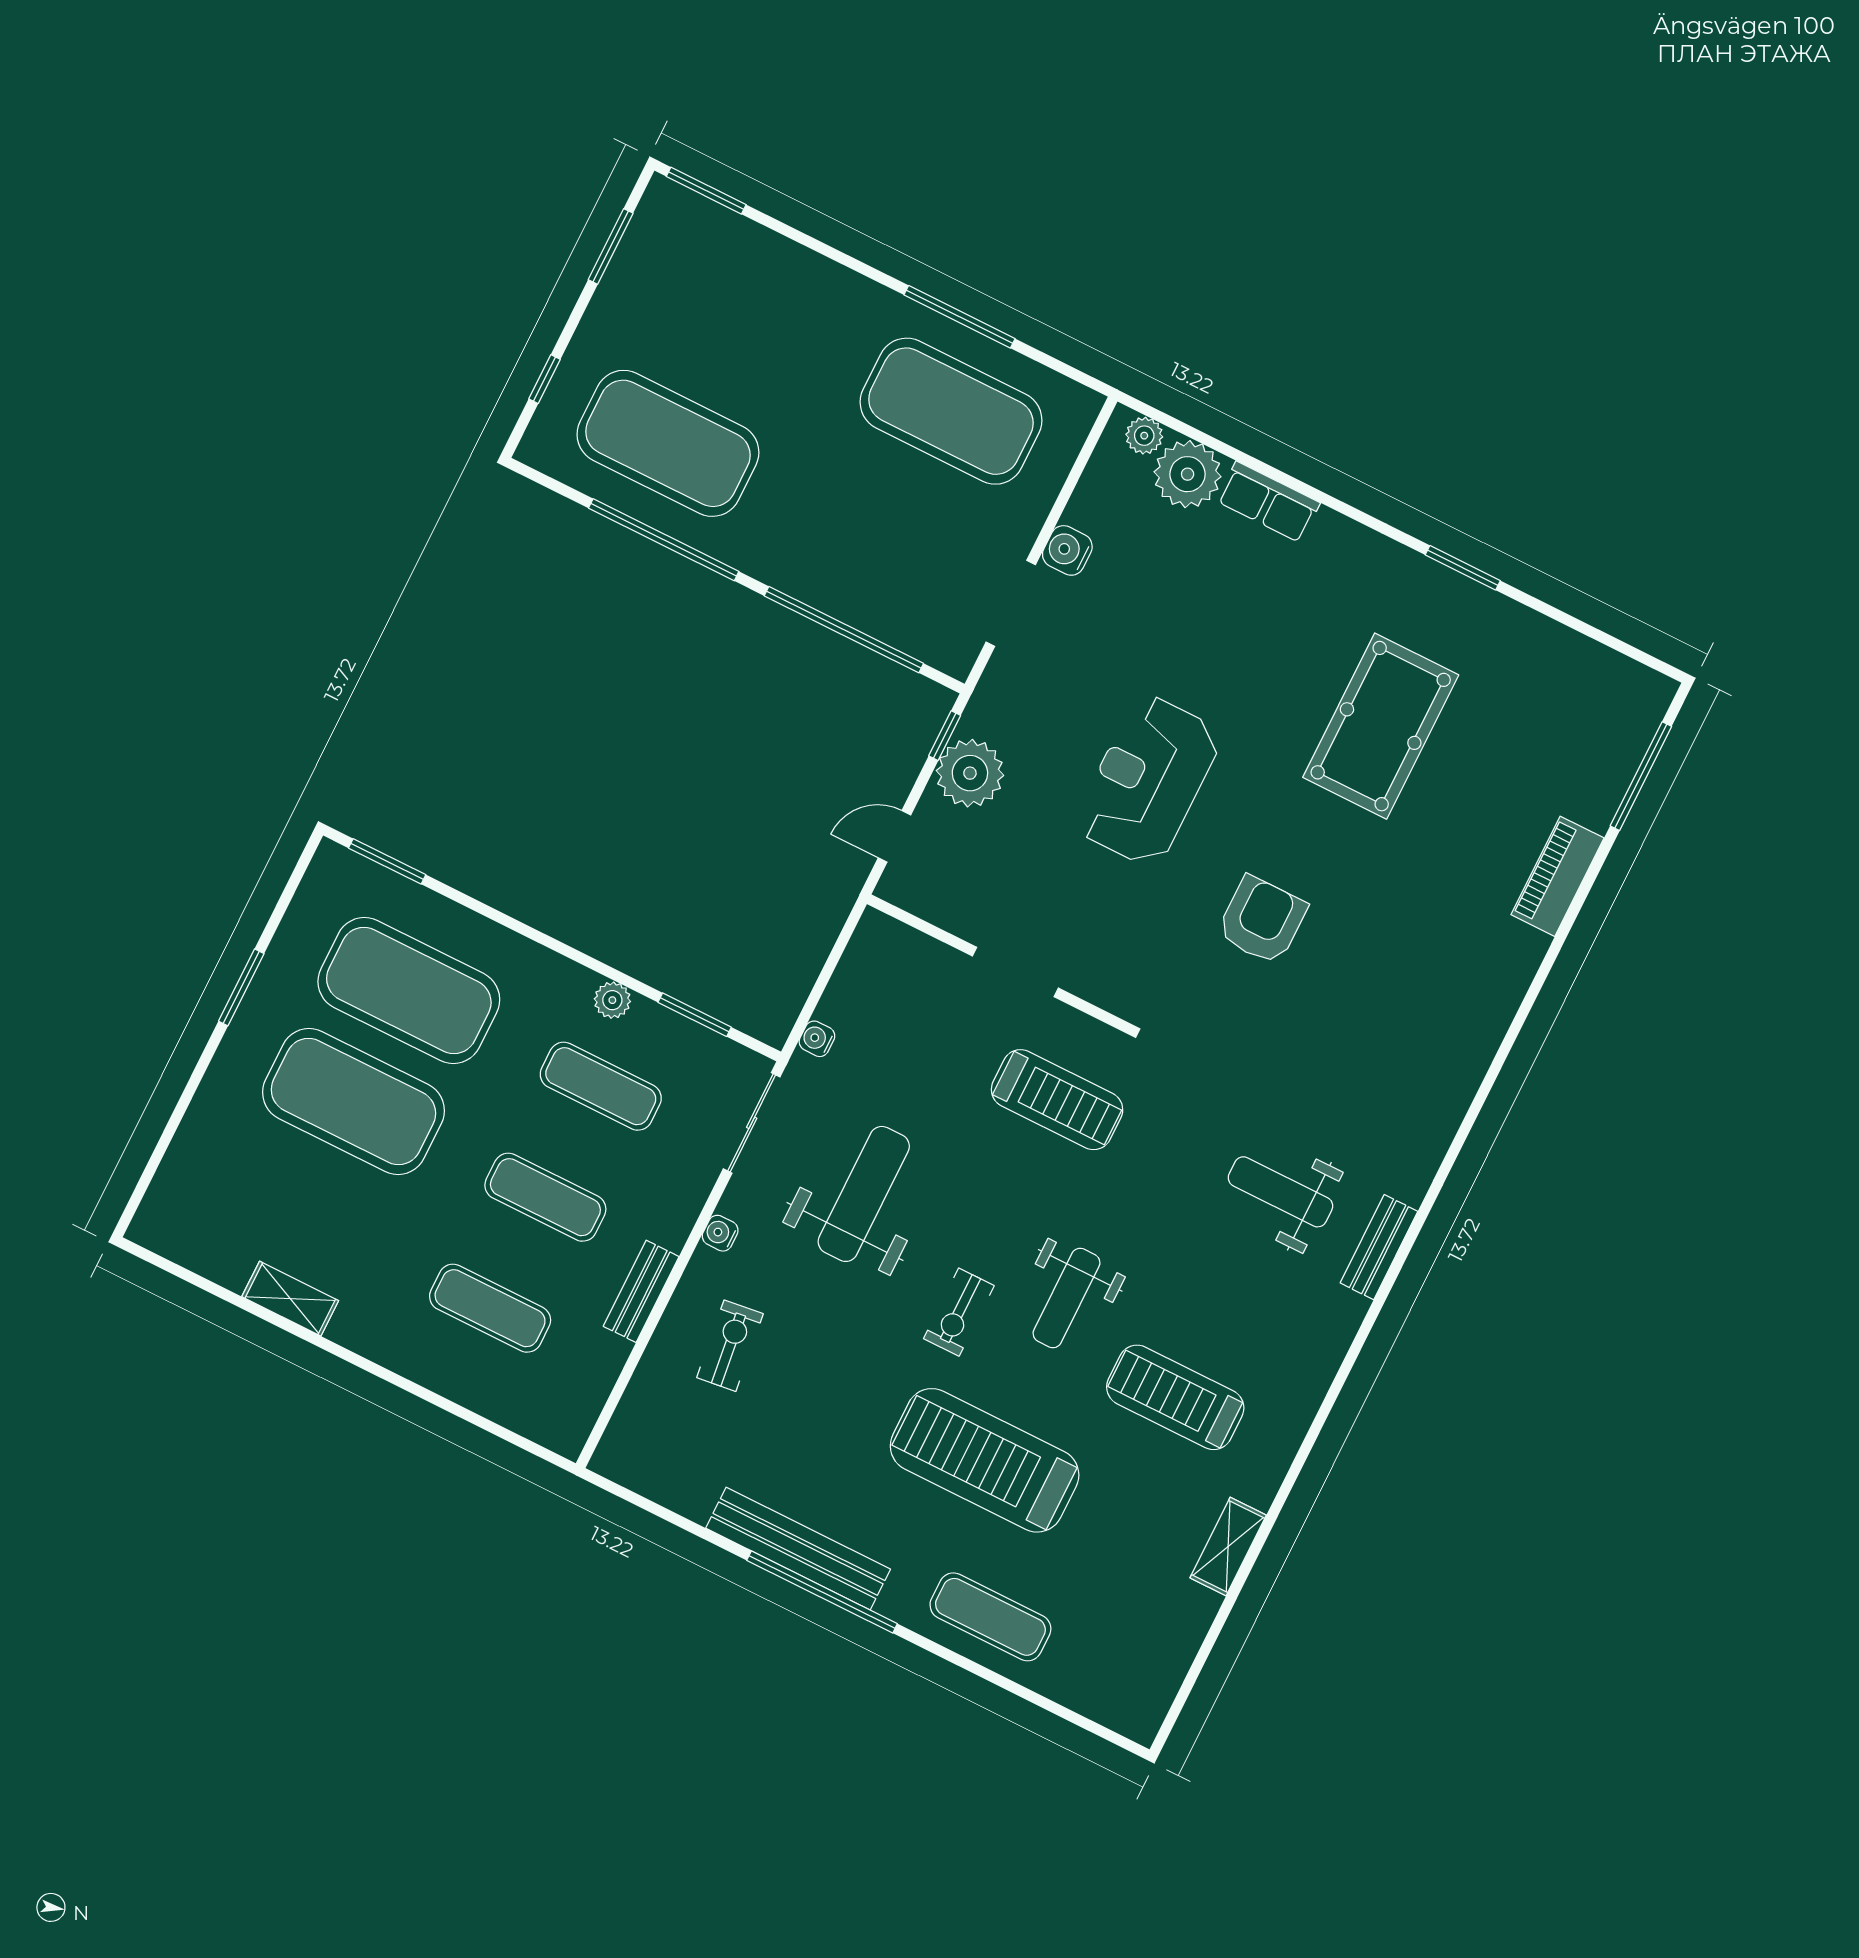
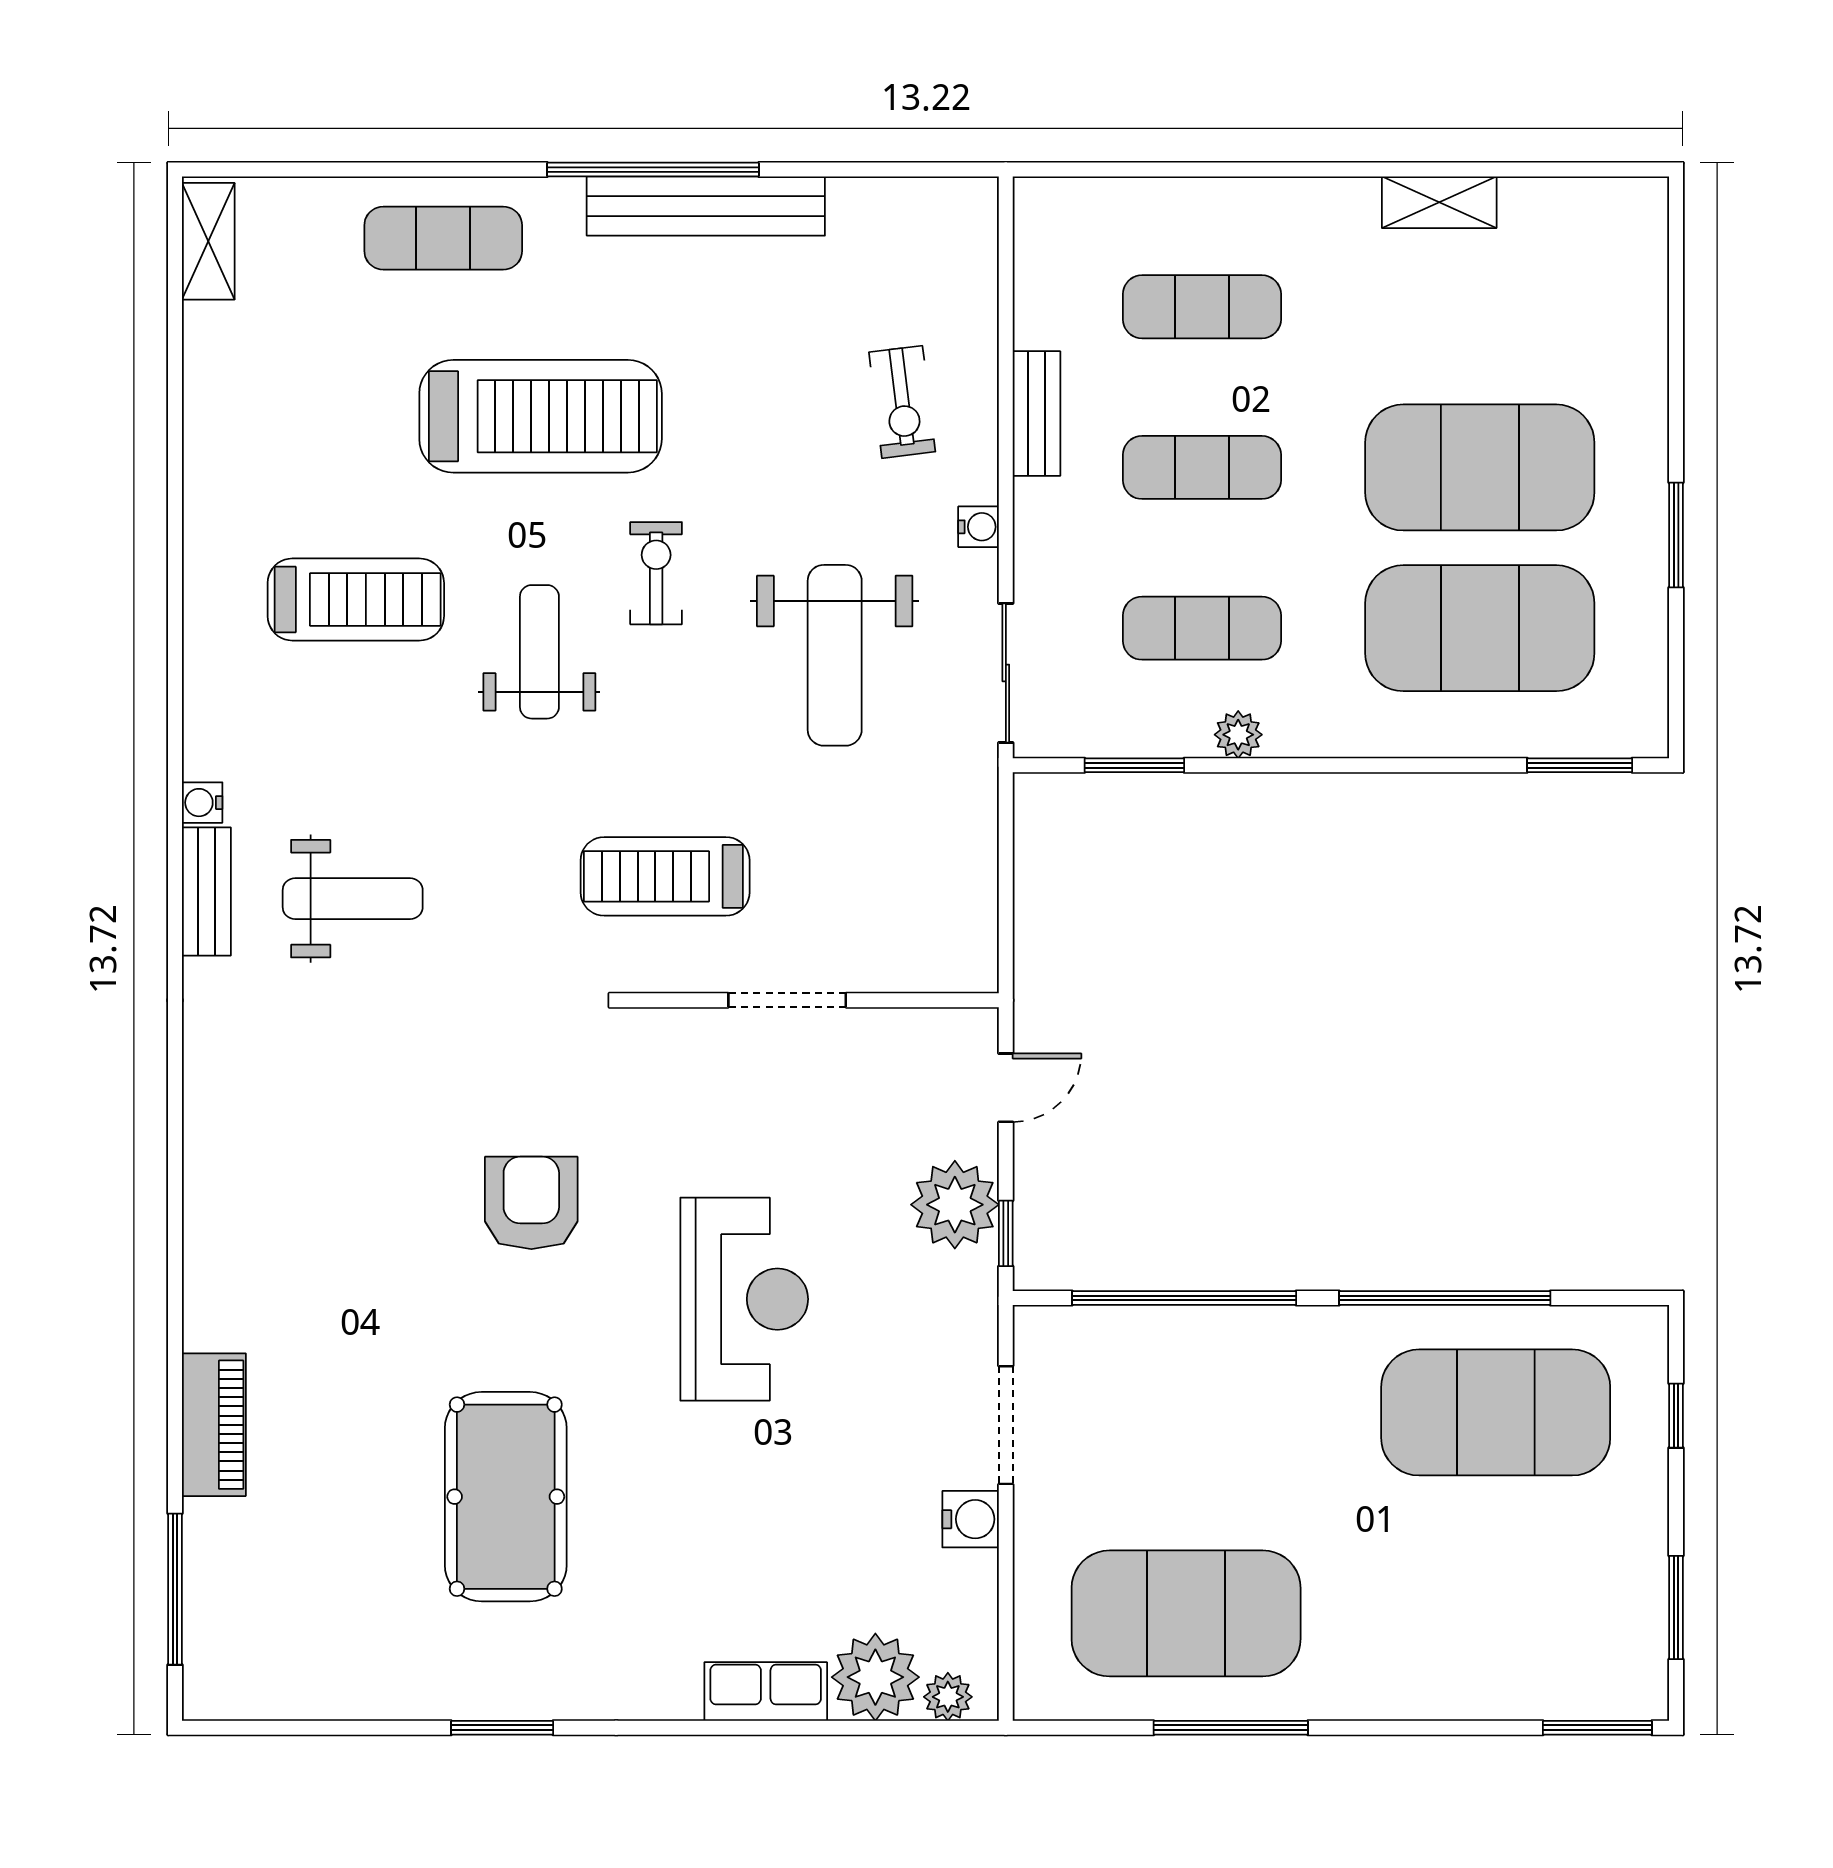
armchair: (1262, 920) -> (531, 1203), turned 180
water cooler: (817, 1039) -> (202, 803), moved, turned 180
shelving: (1228, 1546) -> (208, 241), moved

